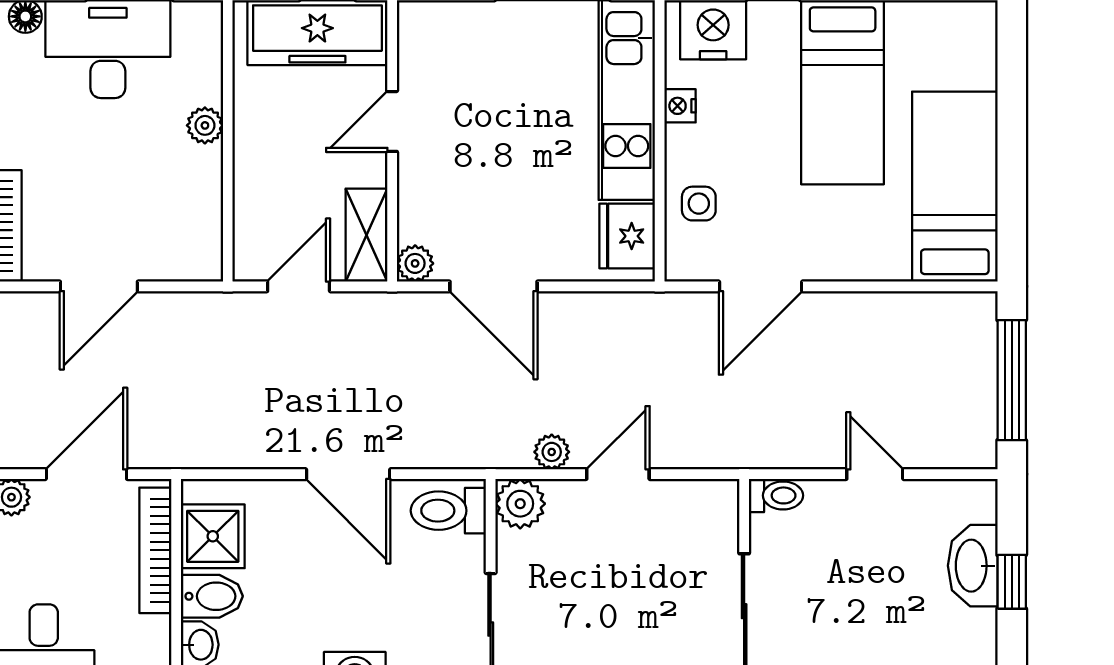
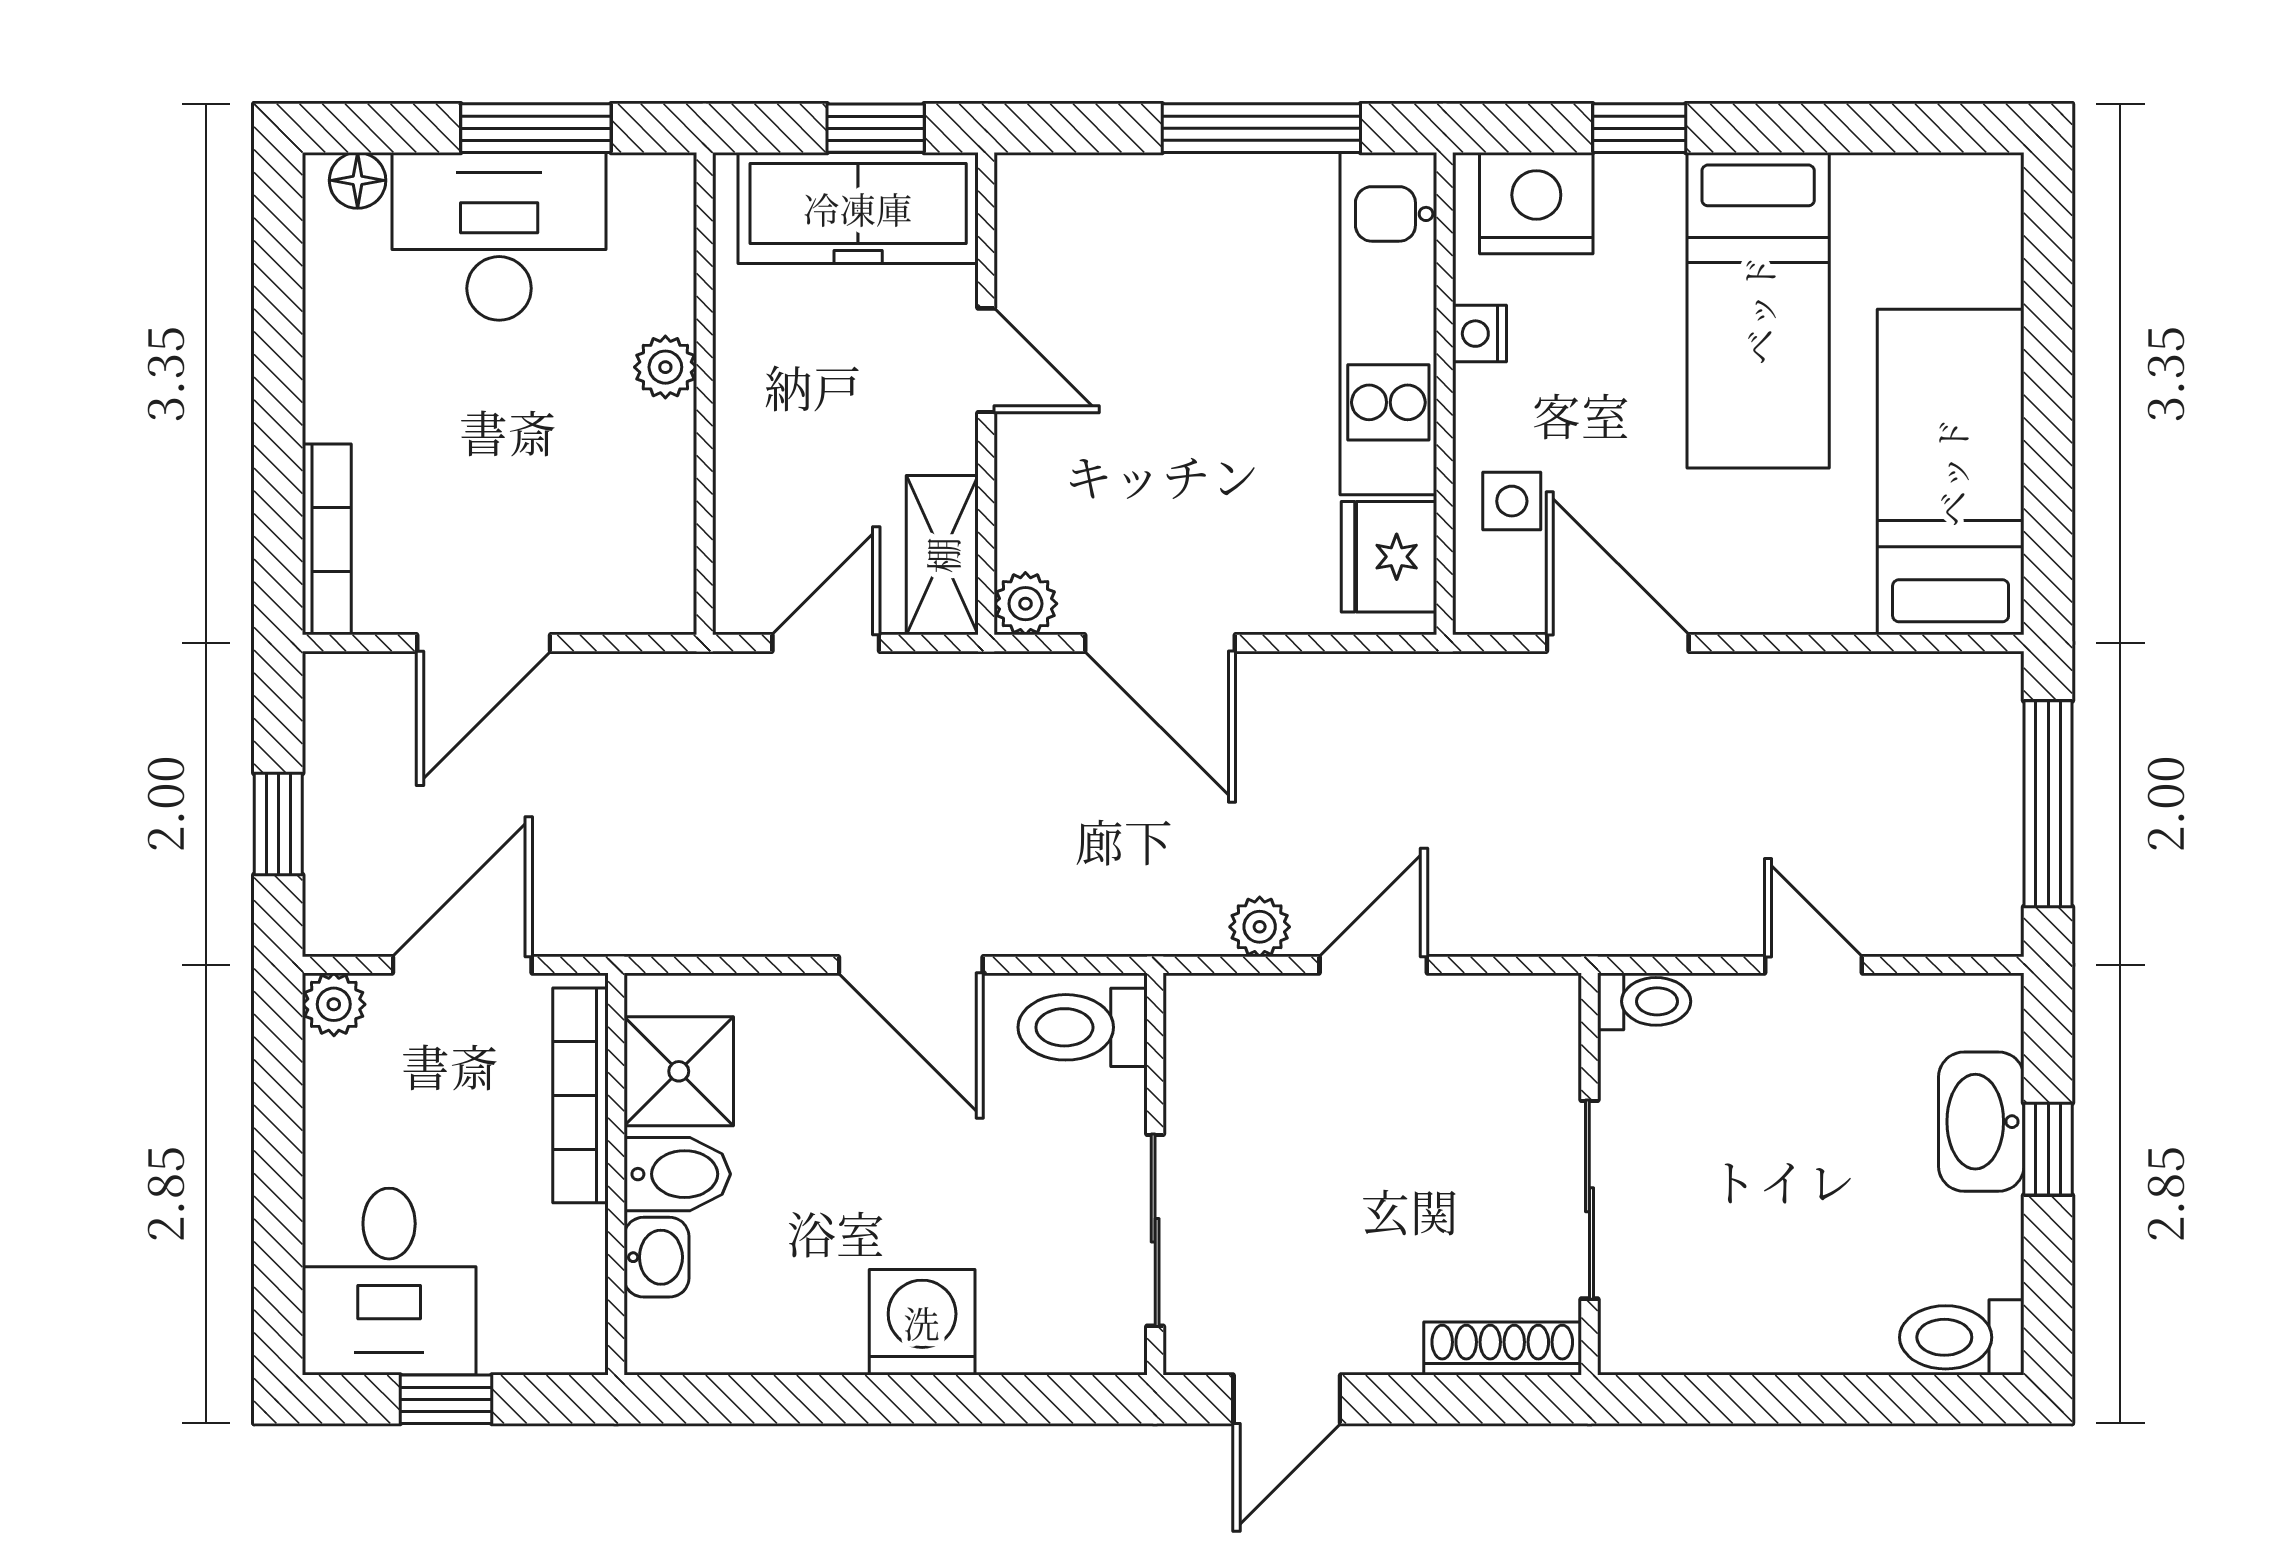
door: (392, 121) -> (986, 360), swing flipped
door: (761, 286) -> (1618, 643), swing flipped
plant: (520, 504) -> (1206, 1015), removed

